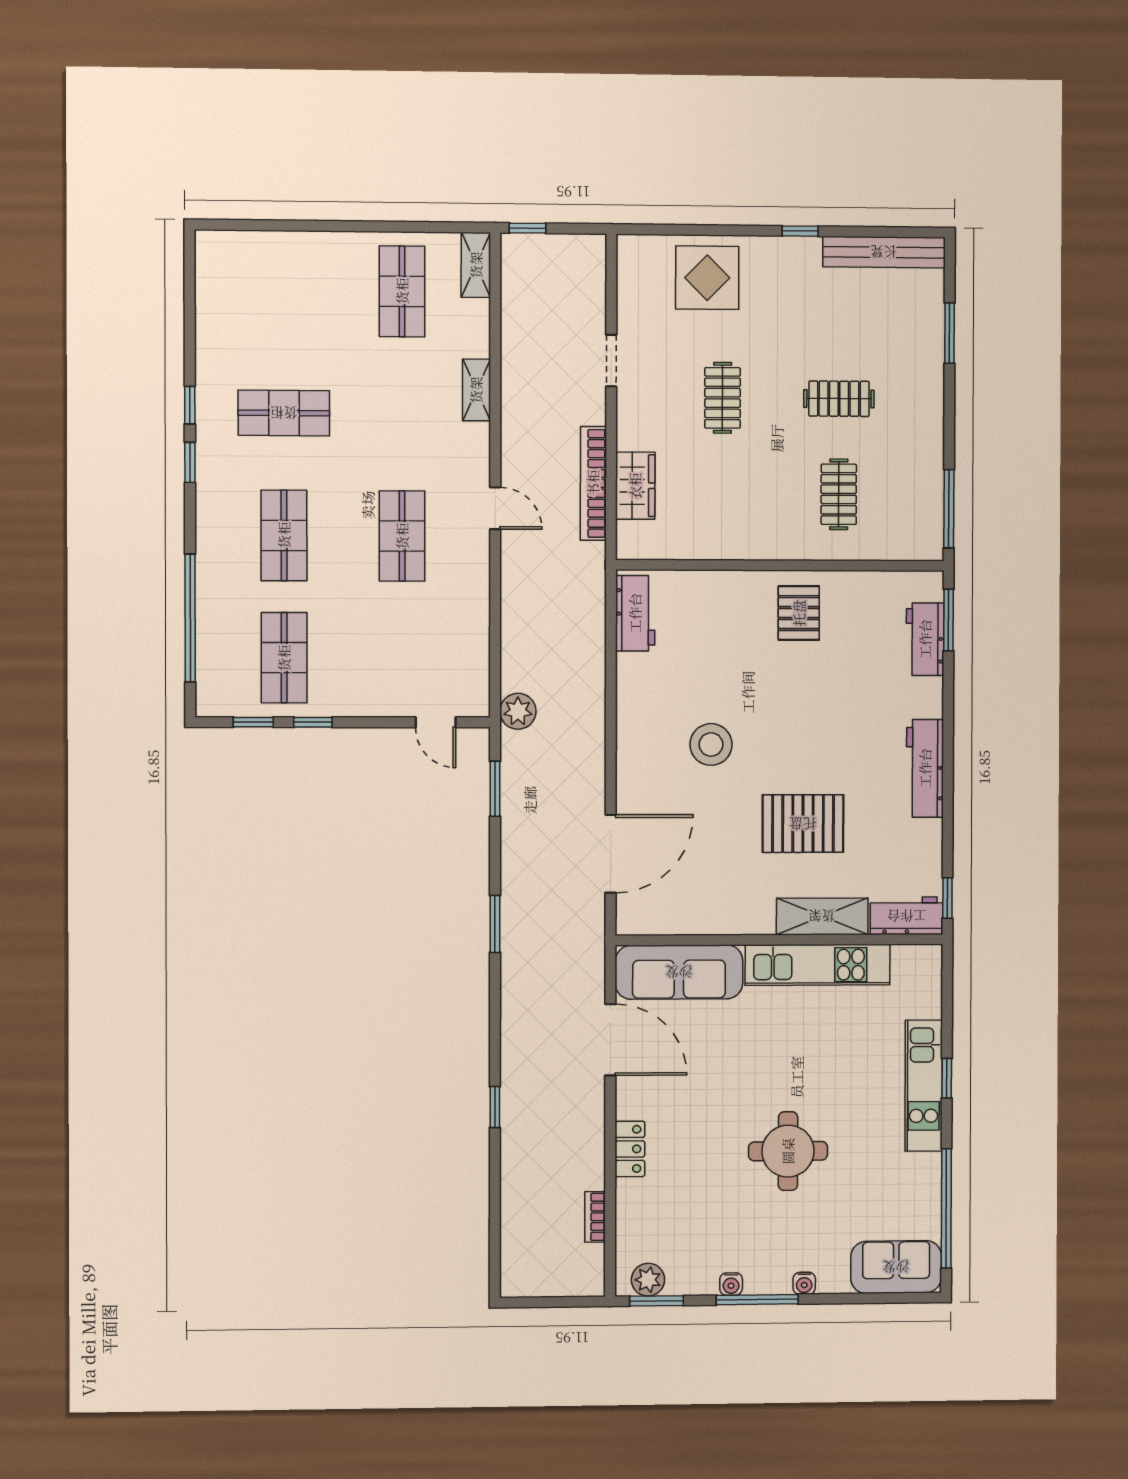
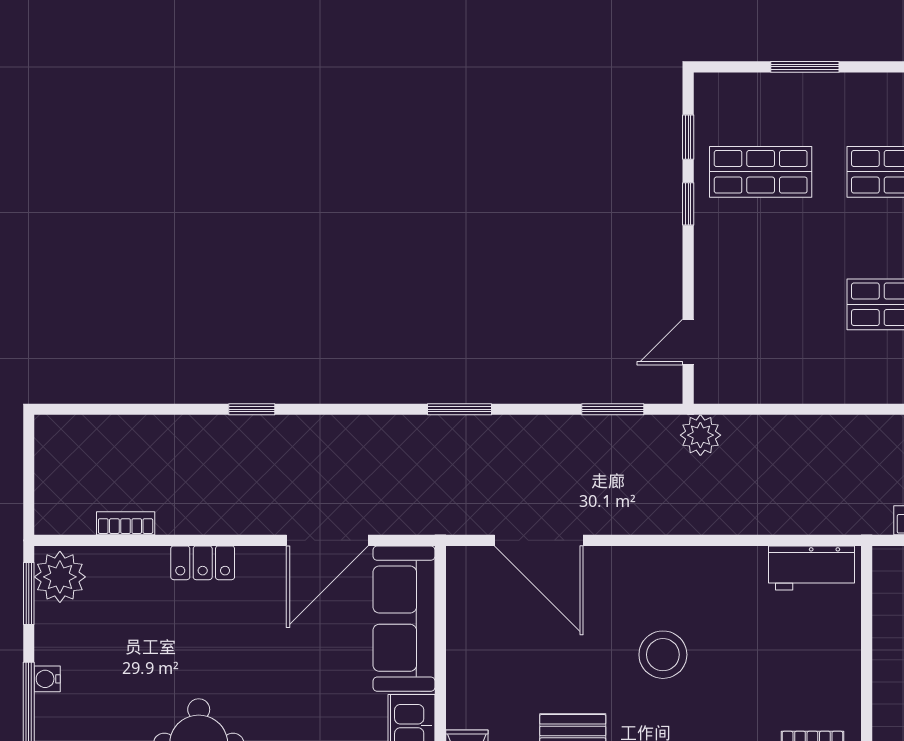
window: (190, 618) -> (805, 67), width x0.47
plant: (648, 1280) -> (60, 577), width x1.36, depth x1.36

